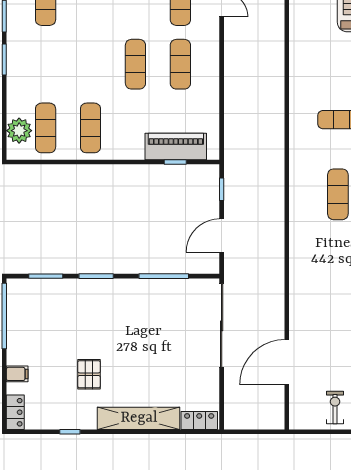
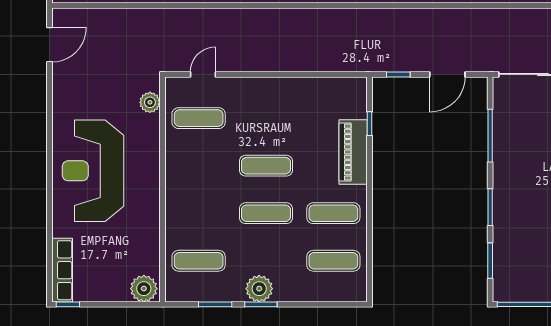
exercise mat: (180, 64) -> (266, 213), moved
plant: (19, 131) -> (259, 289), moved
piano: (176, 147) -> (353, 152), moved
door: (222, 236) -> (447, 74), hinge flipped

